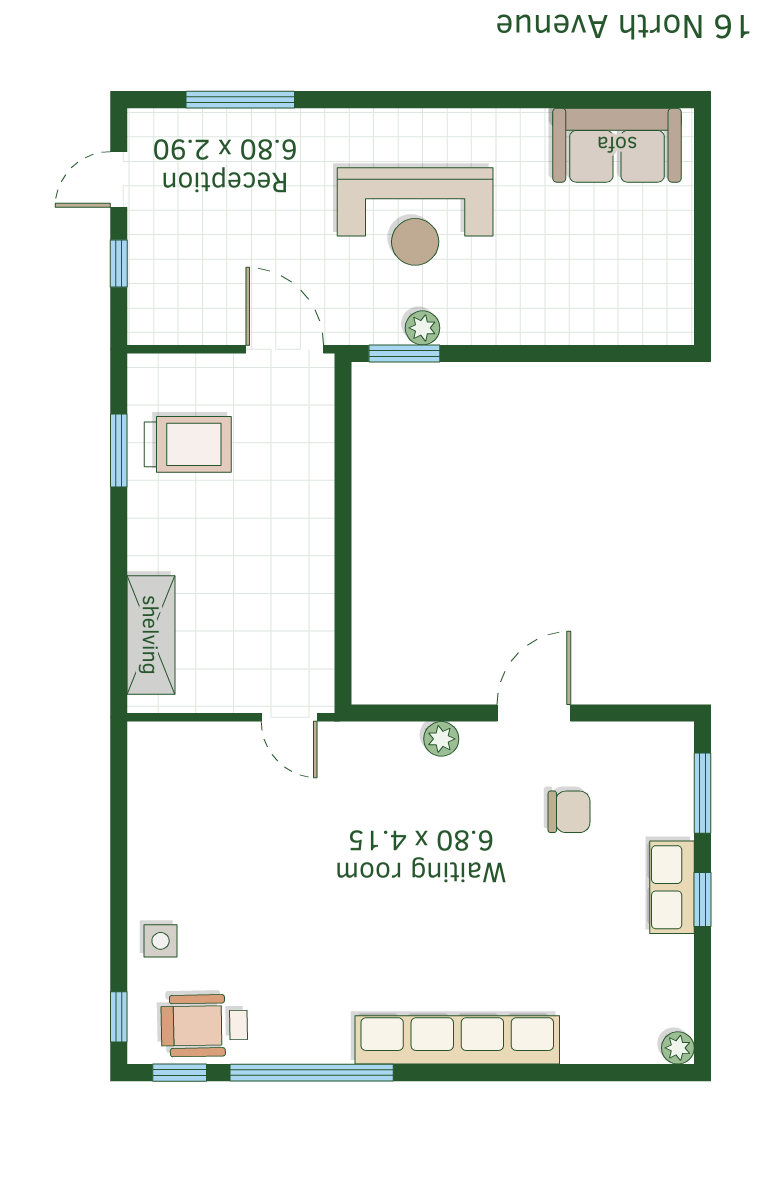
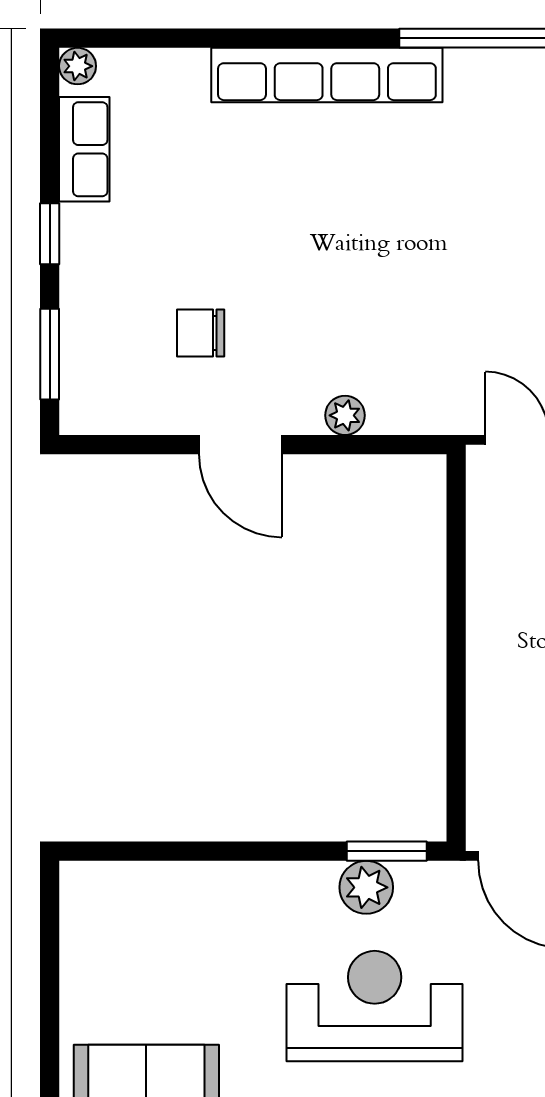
plant: (423, 328) -> (366, 887), width x1.38, depth x1.38
door: (534, 713) -> (240, 445), hinge flipped
row of seats: (672, 887) -> (84, 149), moved

